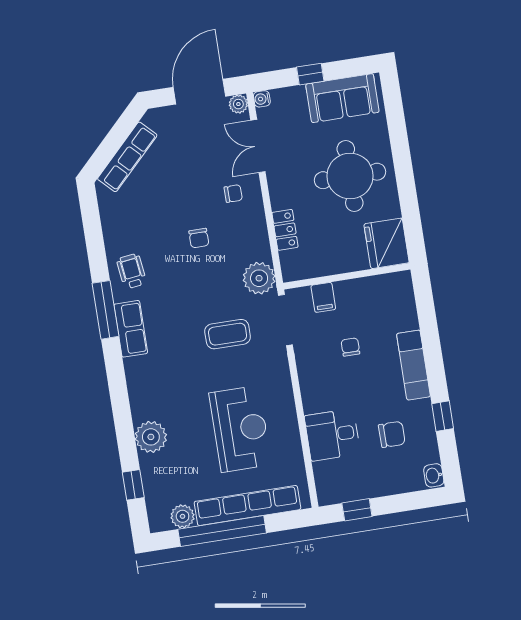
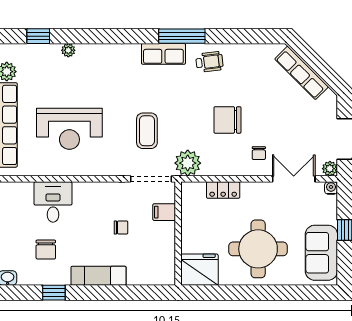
chair: (199, 238) -> (227, 120), width x1.87, depth x1.87
plant: (151, 437) -> (68, 50), width x0.53, depth x0.53

